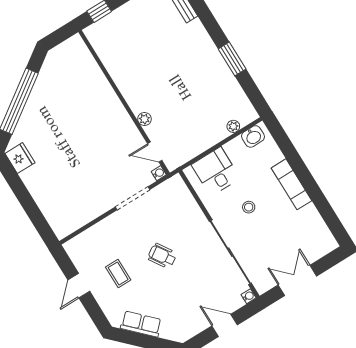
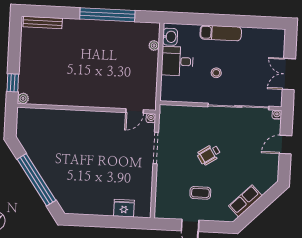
window: (232, 59) -> (107, 15), width x2.11
plant: (144, 119) -> (23, 98), moved
fridge: (20, 158) -> (124, 208), moved
desk: (216, 171) -> (177, 61), moved

